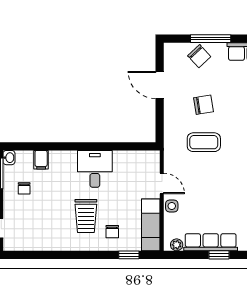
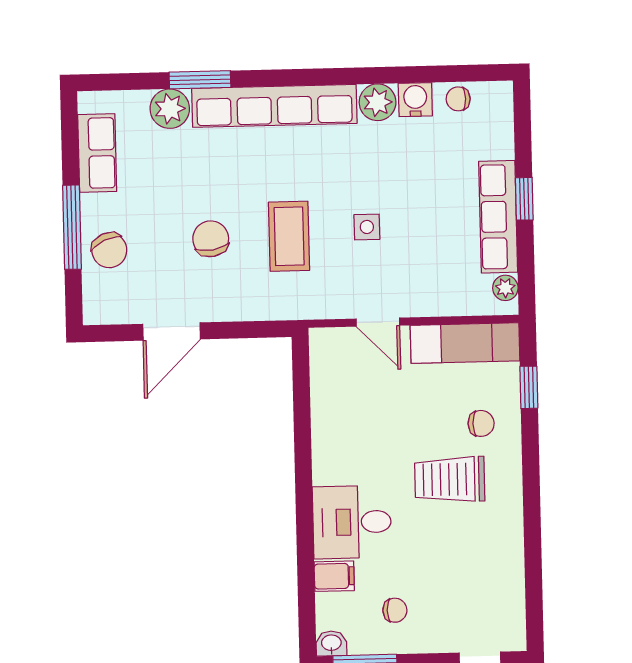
chair: (199, 56) -> (109, 250), turned 109
desk: (95, 169) -> (352, 522), moved
door: (162, 184) -> (378, 322), swing flipped
side table: (172, 206) -> (367, 227), moved
trolley: (86, 216) -> (450, 479), turned 180

